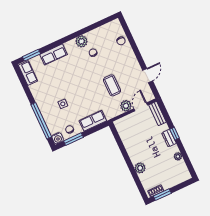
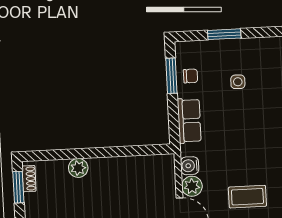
coffee table: (112, 85) -> (247, 197), moved
window: (41, 121) -> (224, 34), width x0.47
water cooler: (58, 138) -> (190, 166), moved

